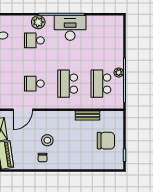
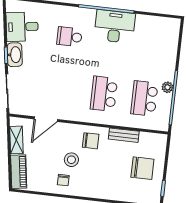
plant: (38, 22) -> (77, 15), removed
school desk: (34, 84) -> (64, 89), removed
chair: (61, 123) -> (91, 141), added

